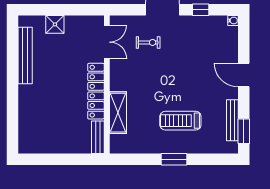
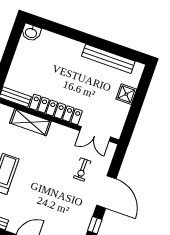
washbasin: (26, 144) -> (31, 33), added

